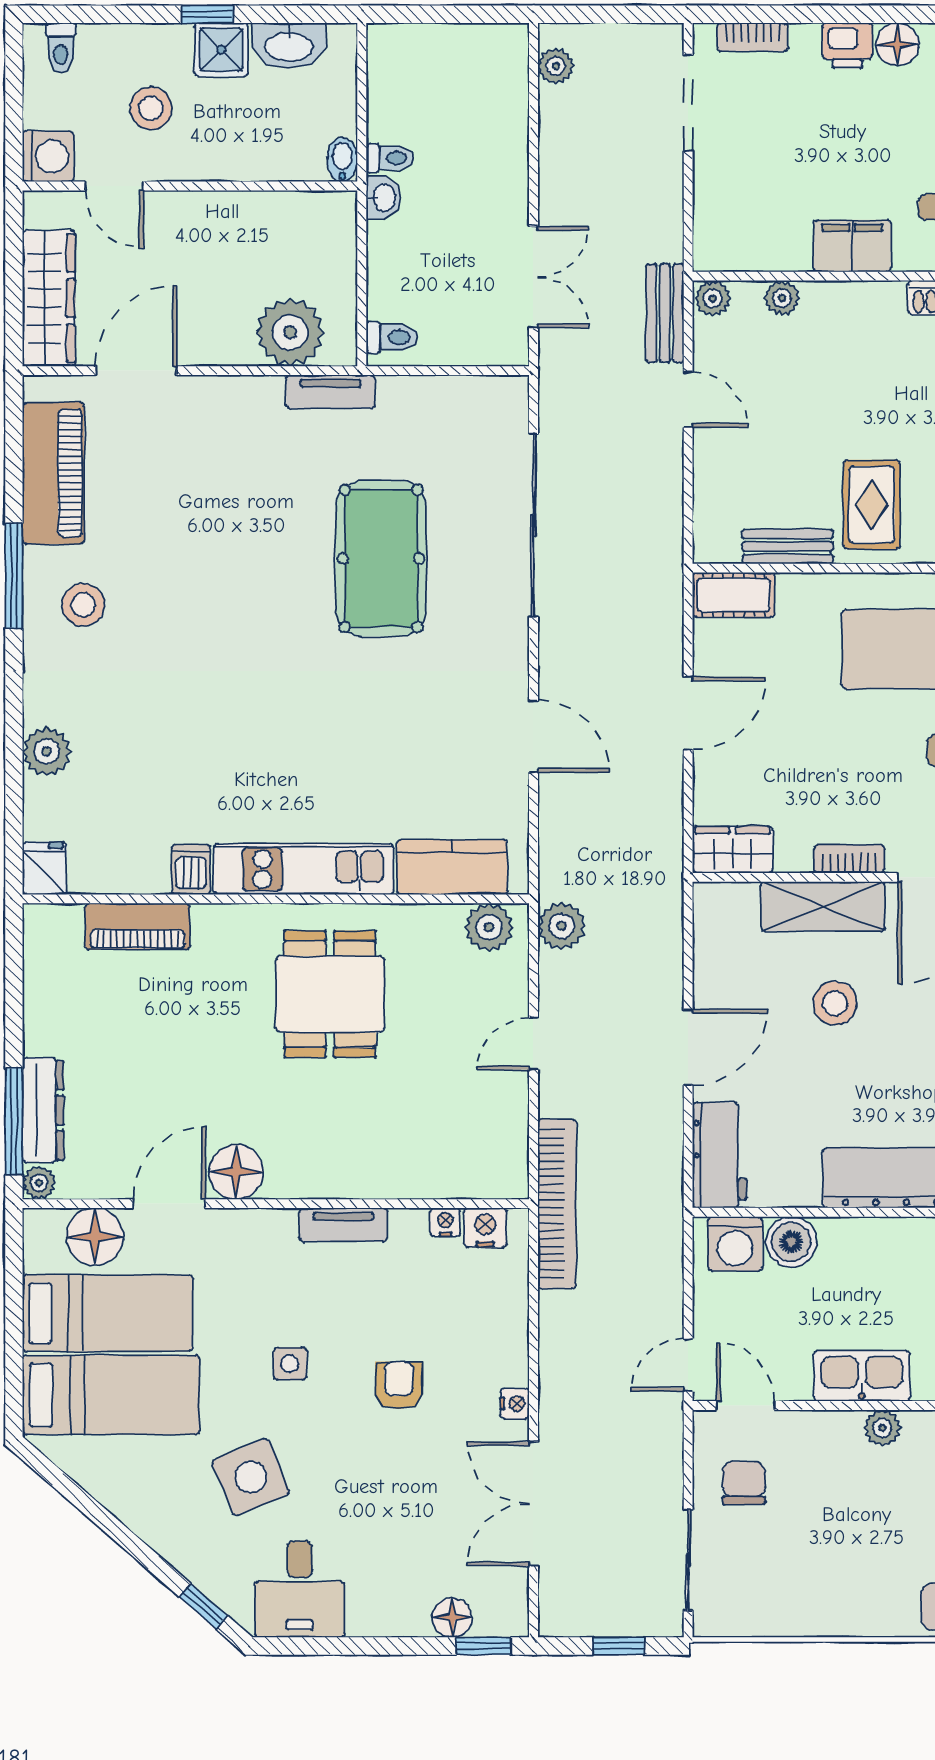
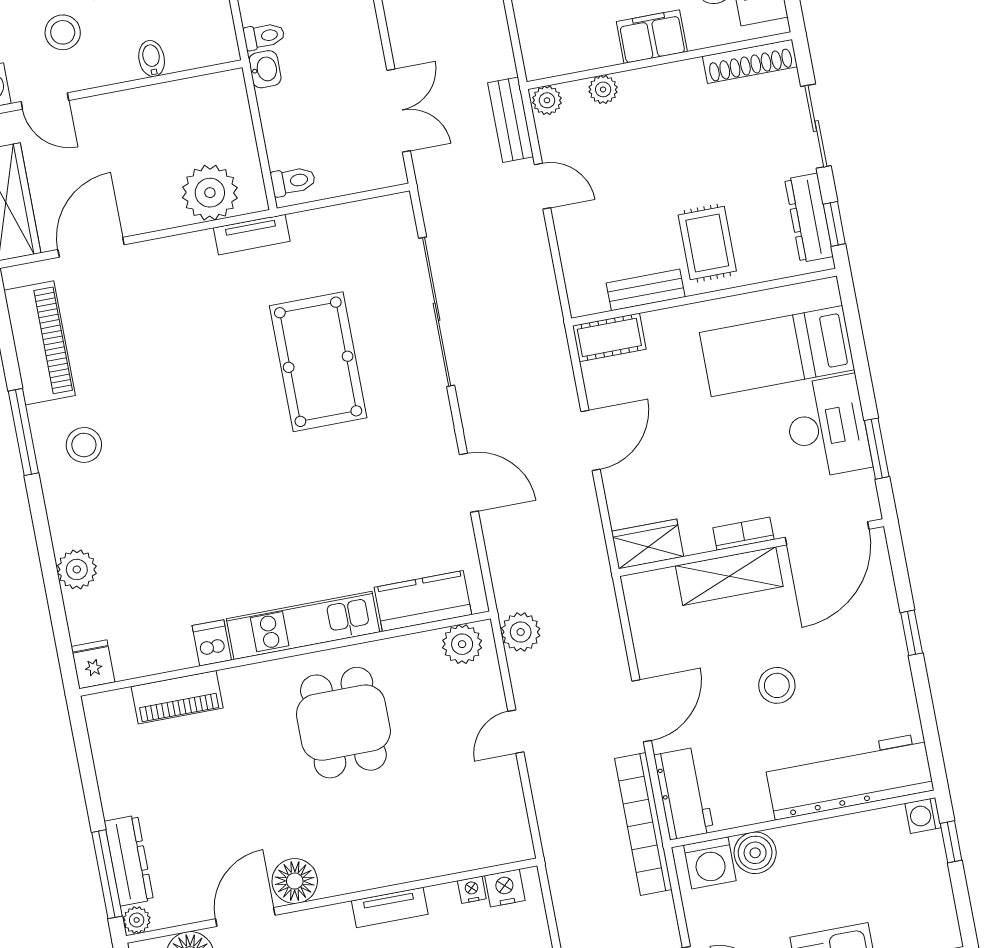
bidet: (342, 159) -> (152, 59), moved
stool: (835, 1003) -> (777, 685), moved
bookcase: (557, 1204) -> (643, 824), moved, turned 180

